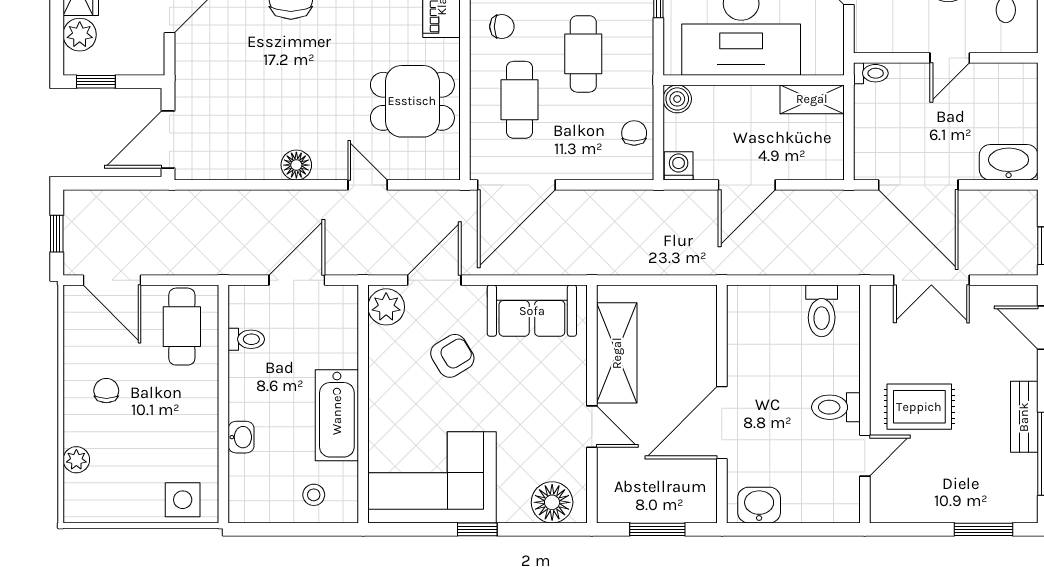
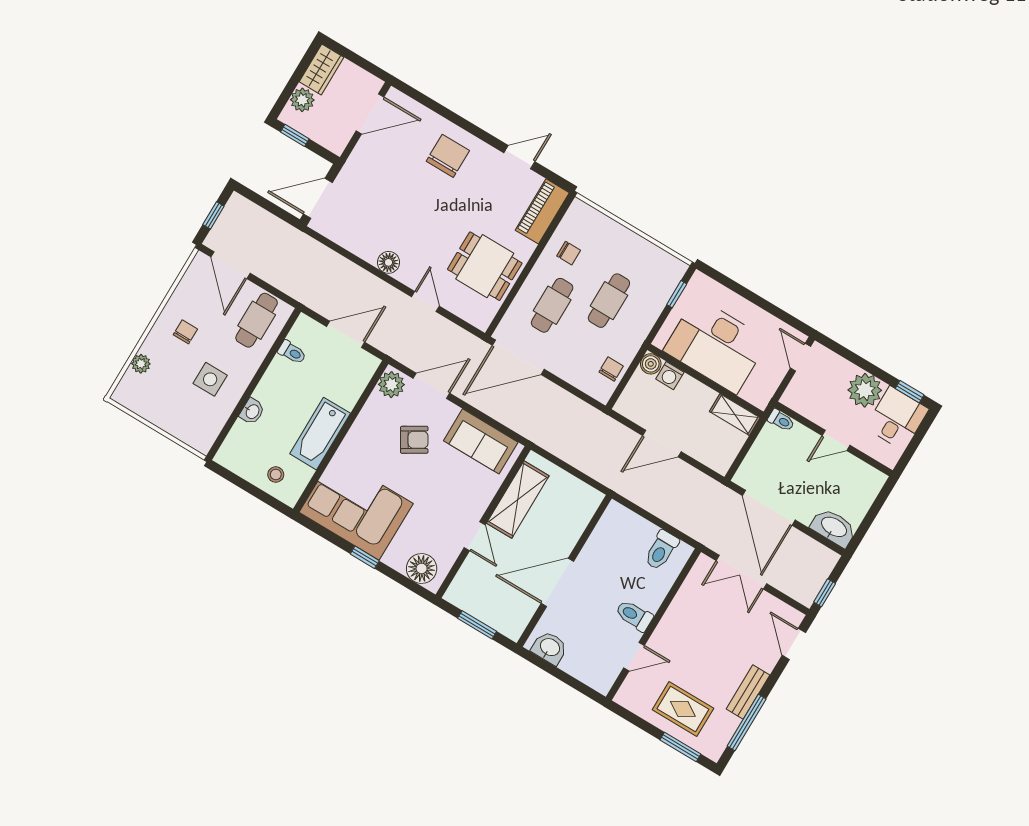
washing machine: (679, 166) -> (670, 376), moved, turned 180
rug: (919, 407) -> (683, 709), moved
side table: (183, 500) -> (210, 379), moved

